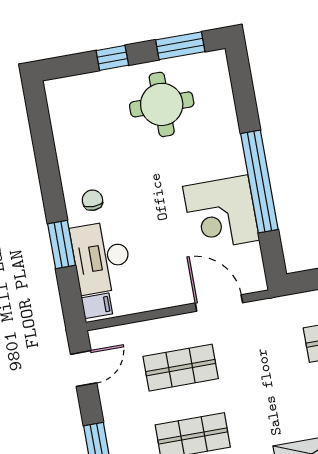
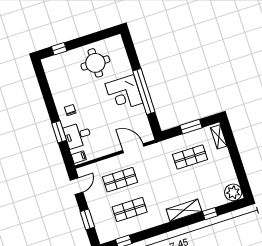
window: (180, 46) -> (100, 36), removed
window: (112, 58) -> (59, 49), moved
corner desk: (221, 213) -> (124, 93), moved
desk: (101, 257) -> (78, 135), width x0.73

